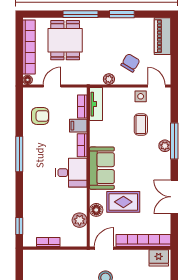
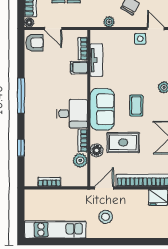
door: (52, 86) -> (53, 29), swing flipped
tv unit: (96, 104) -> (96, 60), moved
armchair: (40, 116) -> (35, 43), moved
coffee table: (141, 125) -> (136, 105), moved
bookcase: (82, 145) -> (83, 141), moved
window: (19, 226) -> (21, 148), moved

